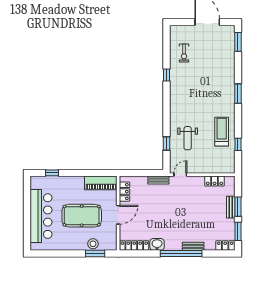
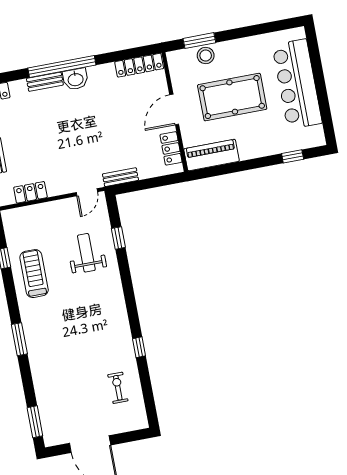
treadmill: (222, 132) -> (34, 274), turned 180
washbasin: (157, 244) -> (75, 79), moved

